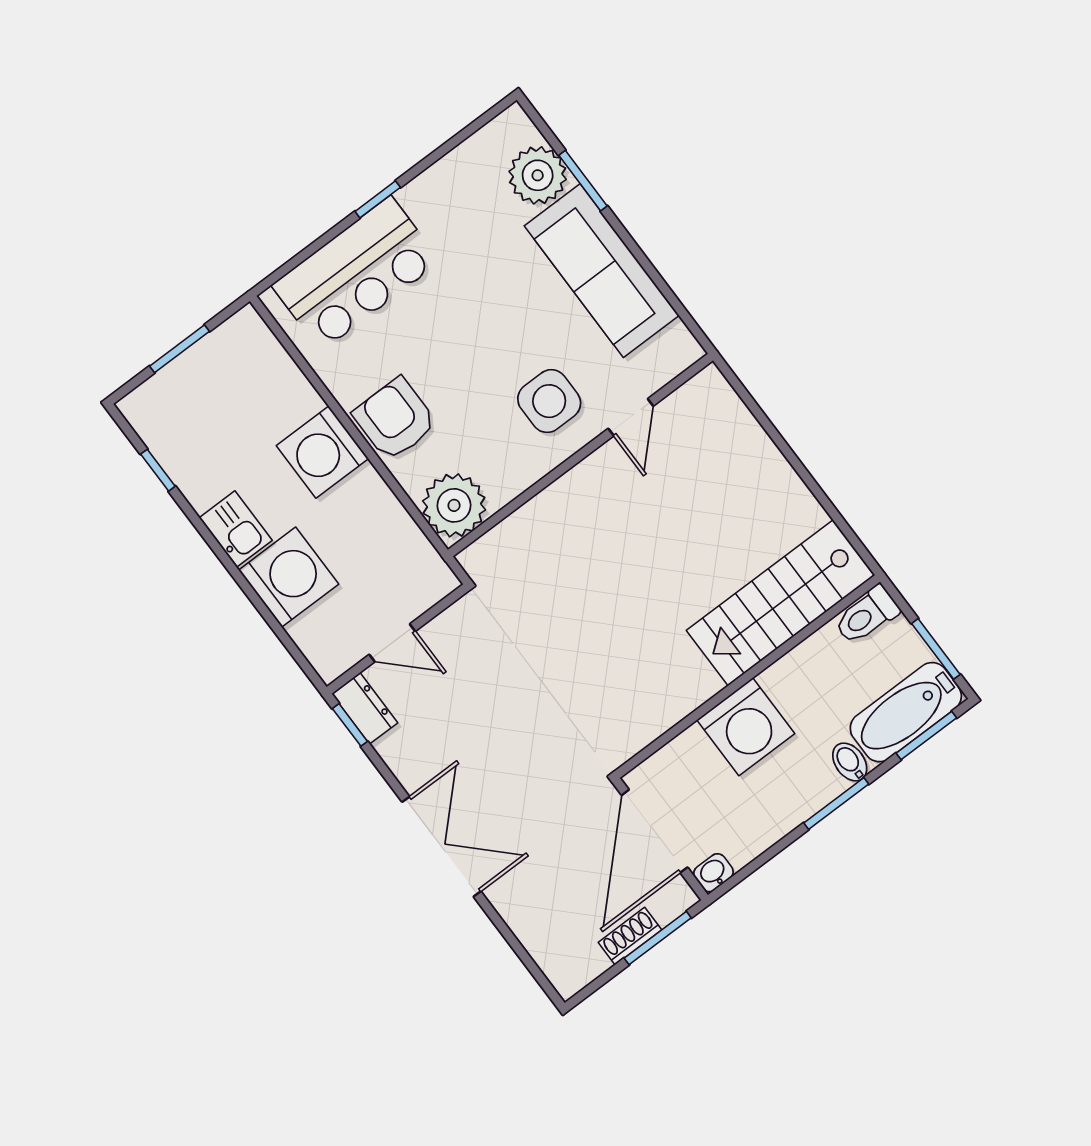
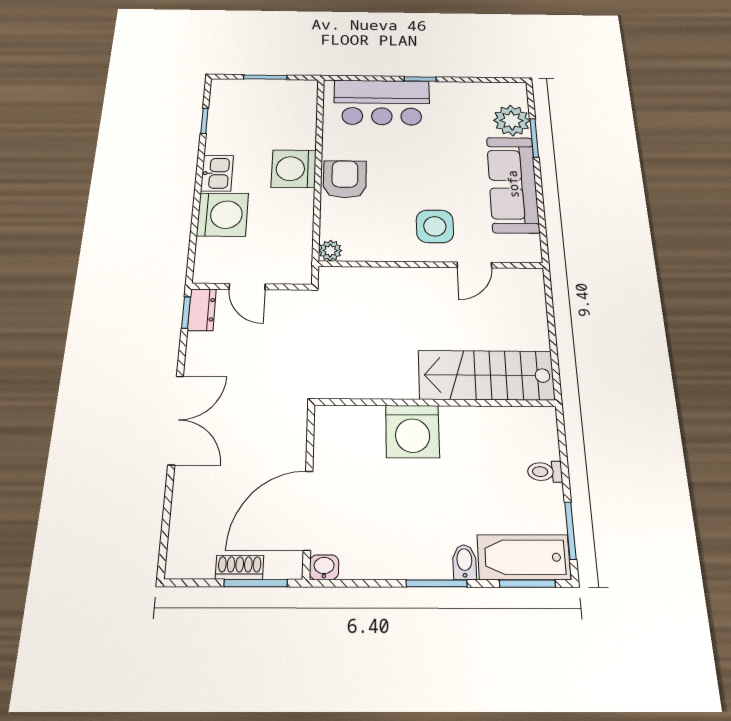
plant: (454, 505) -> (330, 251), width x0.53, depth x0.53
stairs: (781, 603) -> (486, 375), moved
toilet: (867, 615) -> (545, 472), width x0.73, depth x0.72
wall: (747, 677) -> (435, 403), moved
washing machine: (746, 727) -> (413, 431), moved

